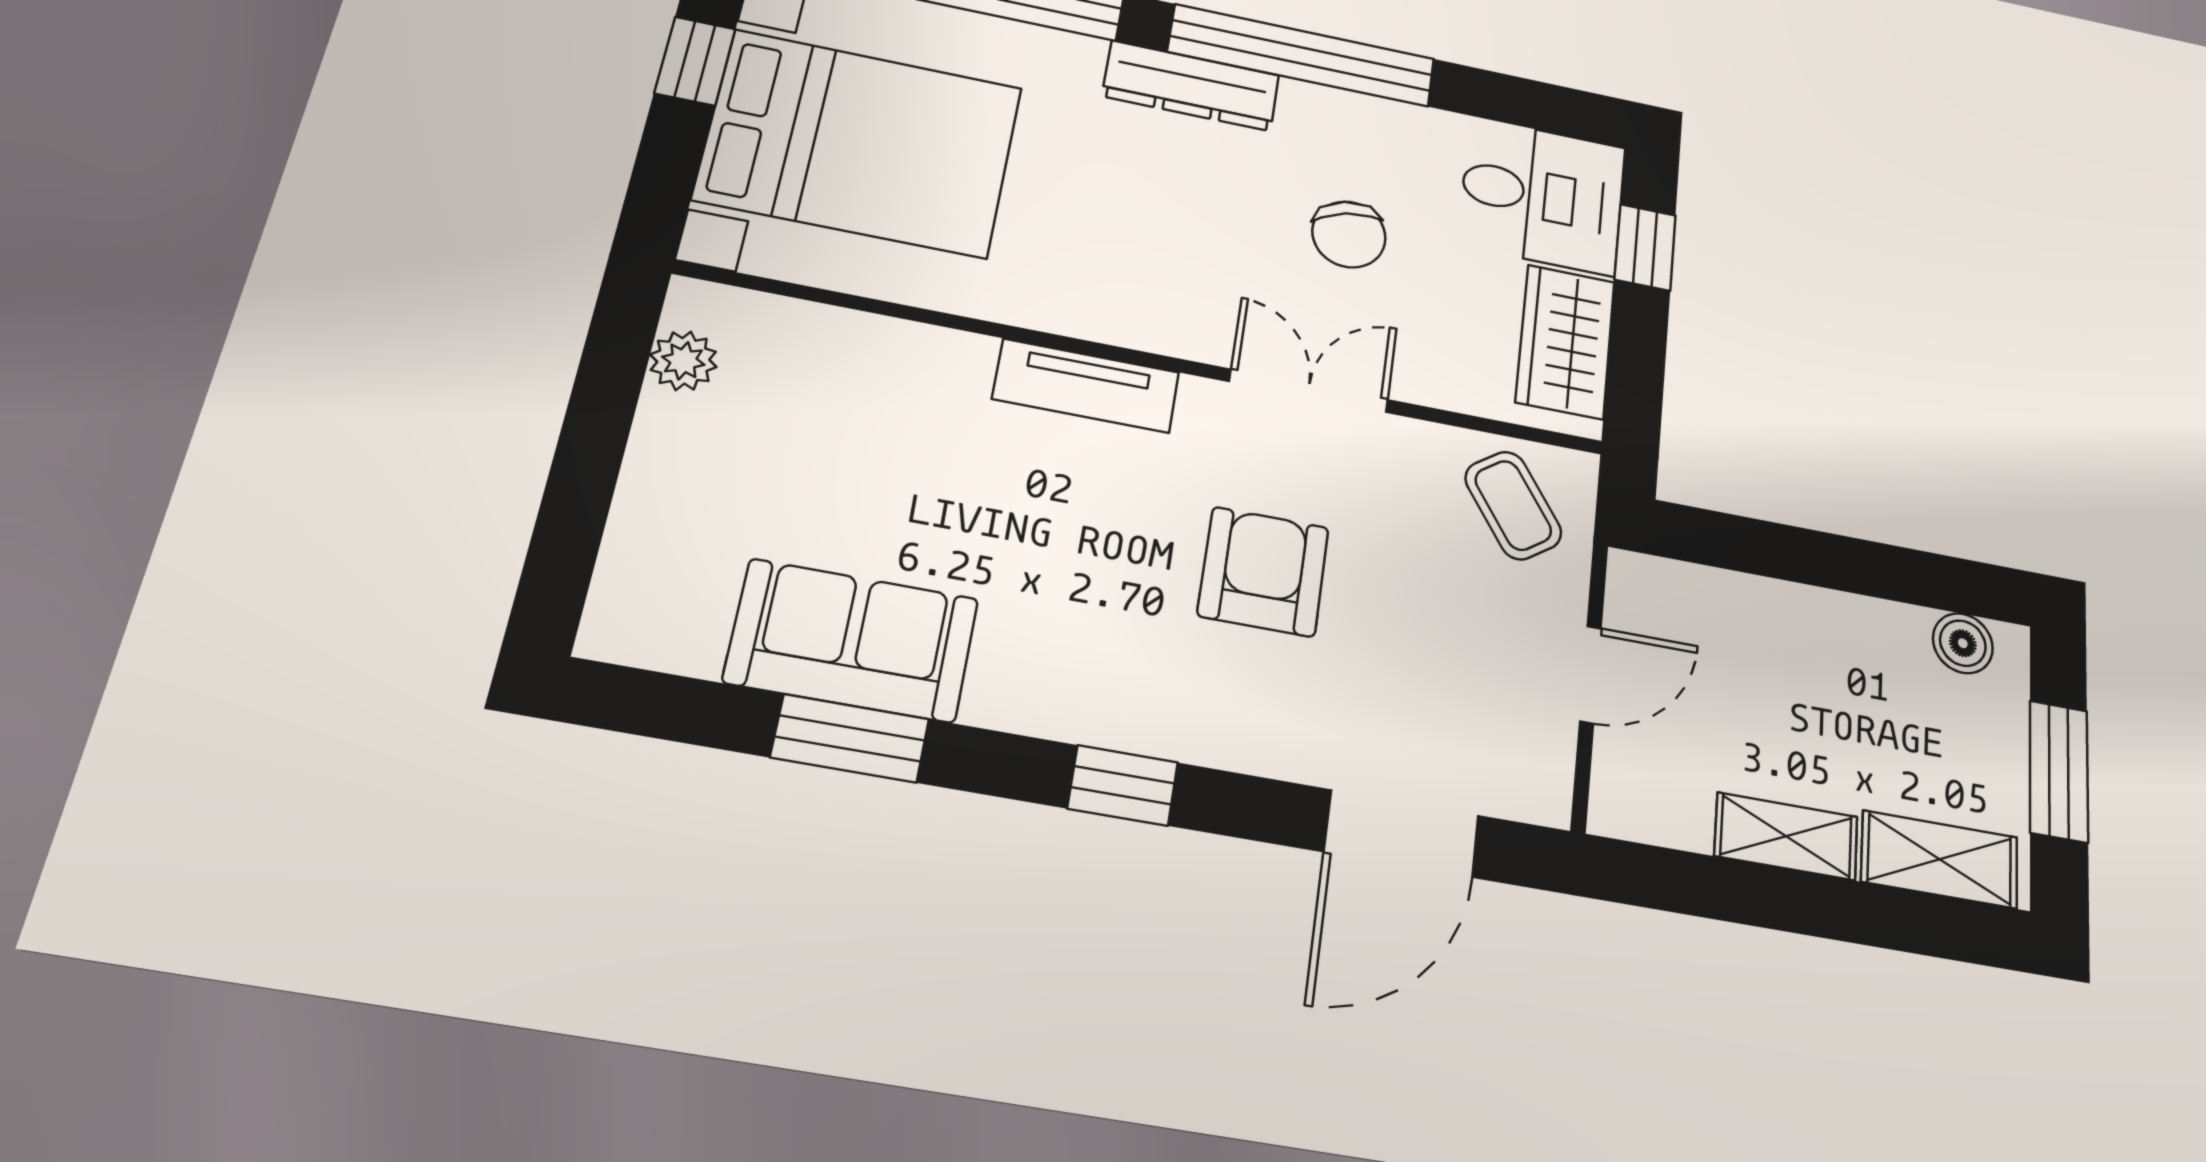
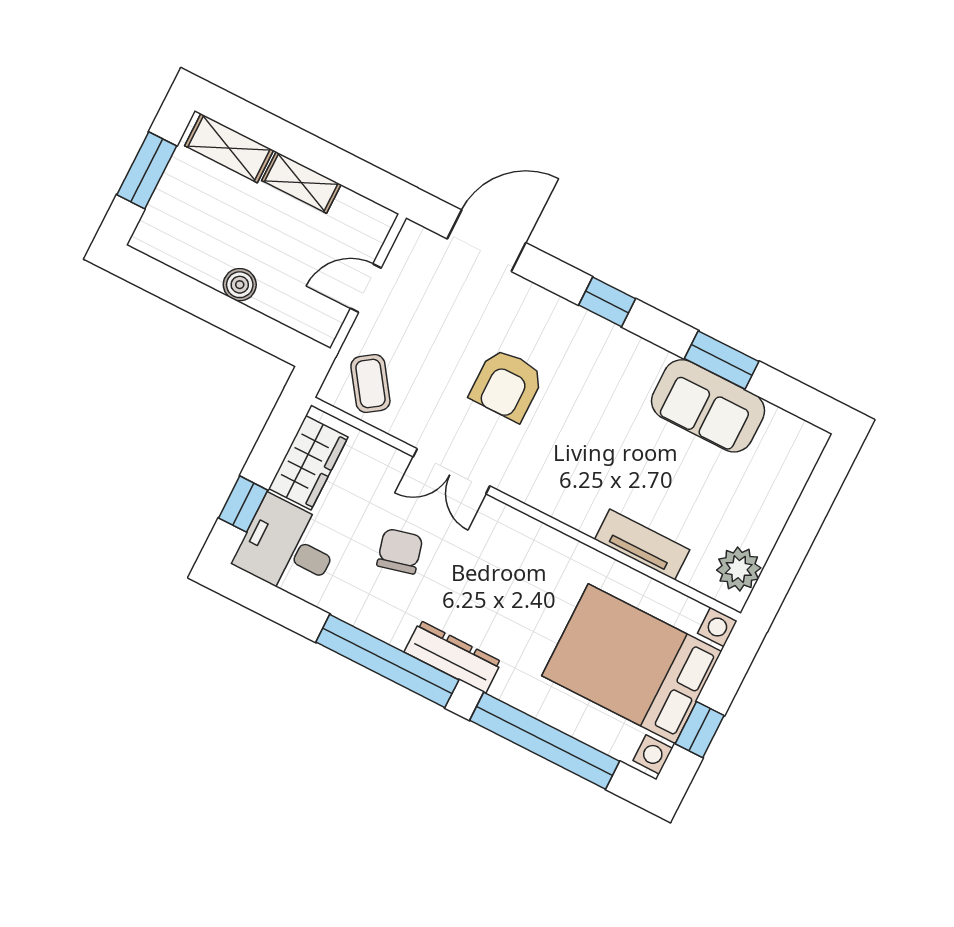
plant: (683, 361) -> (739, 569), width x1.38, depth x1.38
tv unit: (1086, 386) -> (642, 545), moved
boiler: (1963, 643) -> (240, 285), moved

